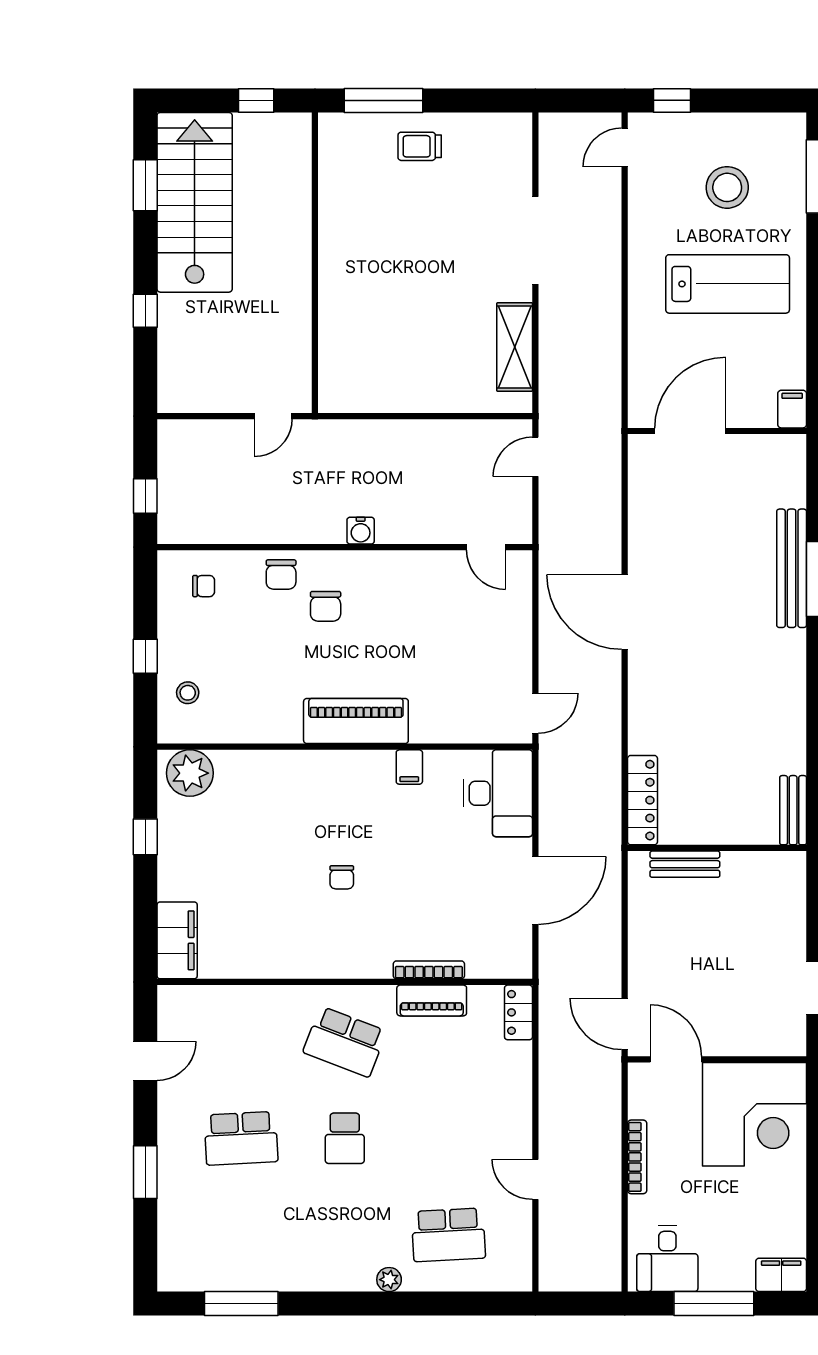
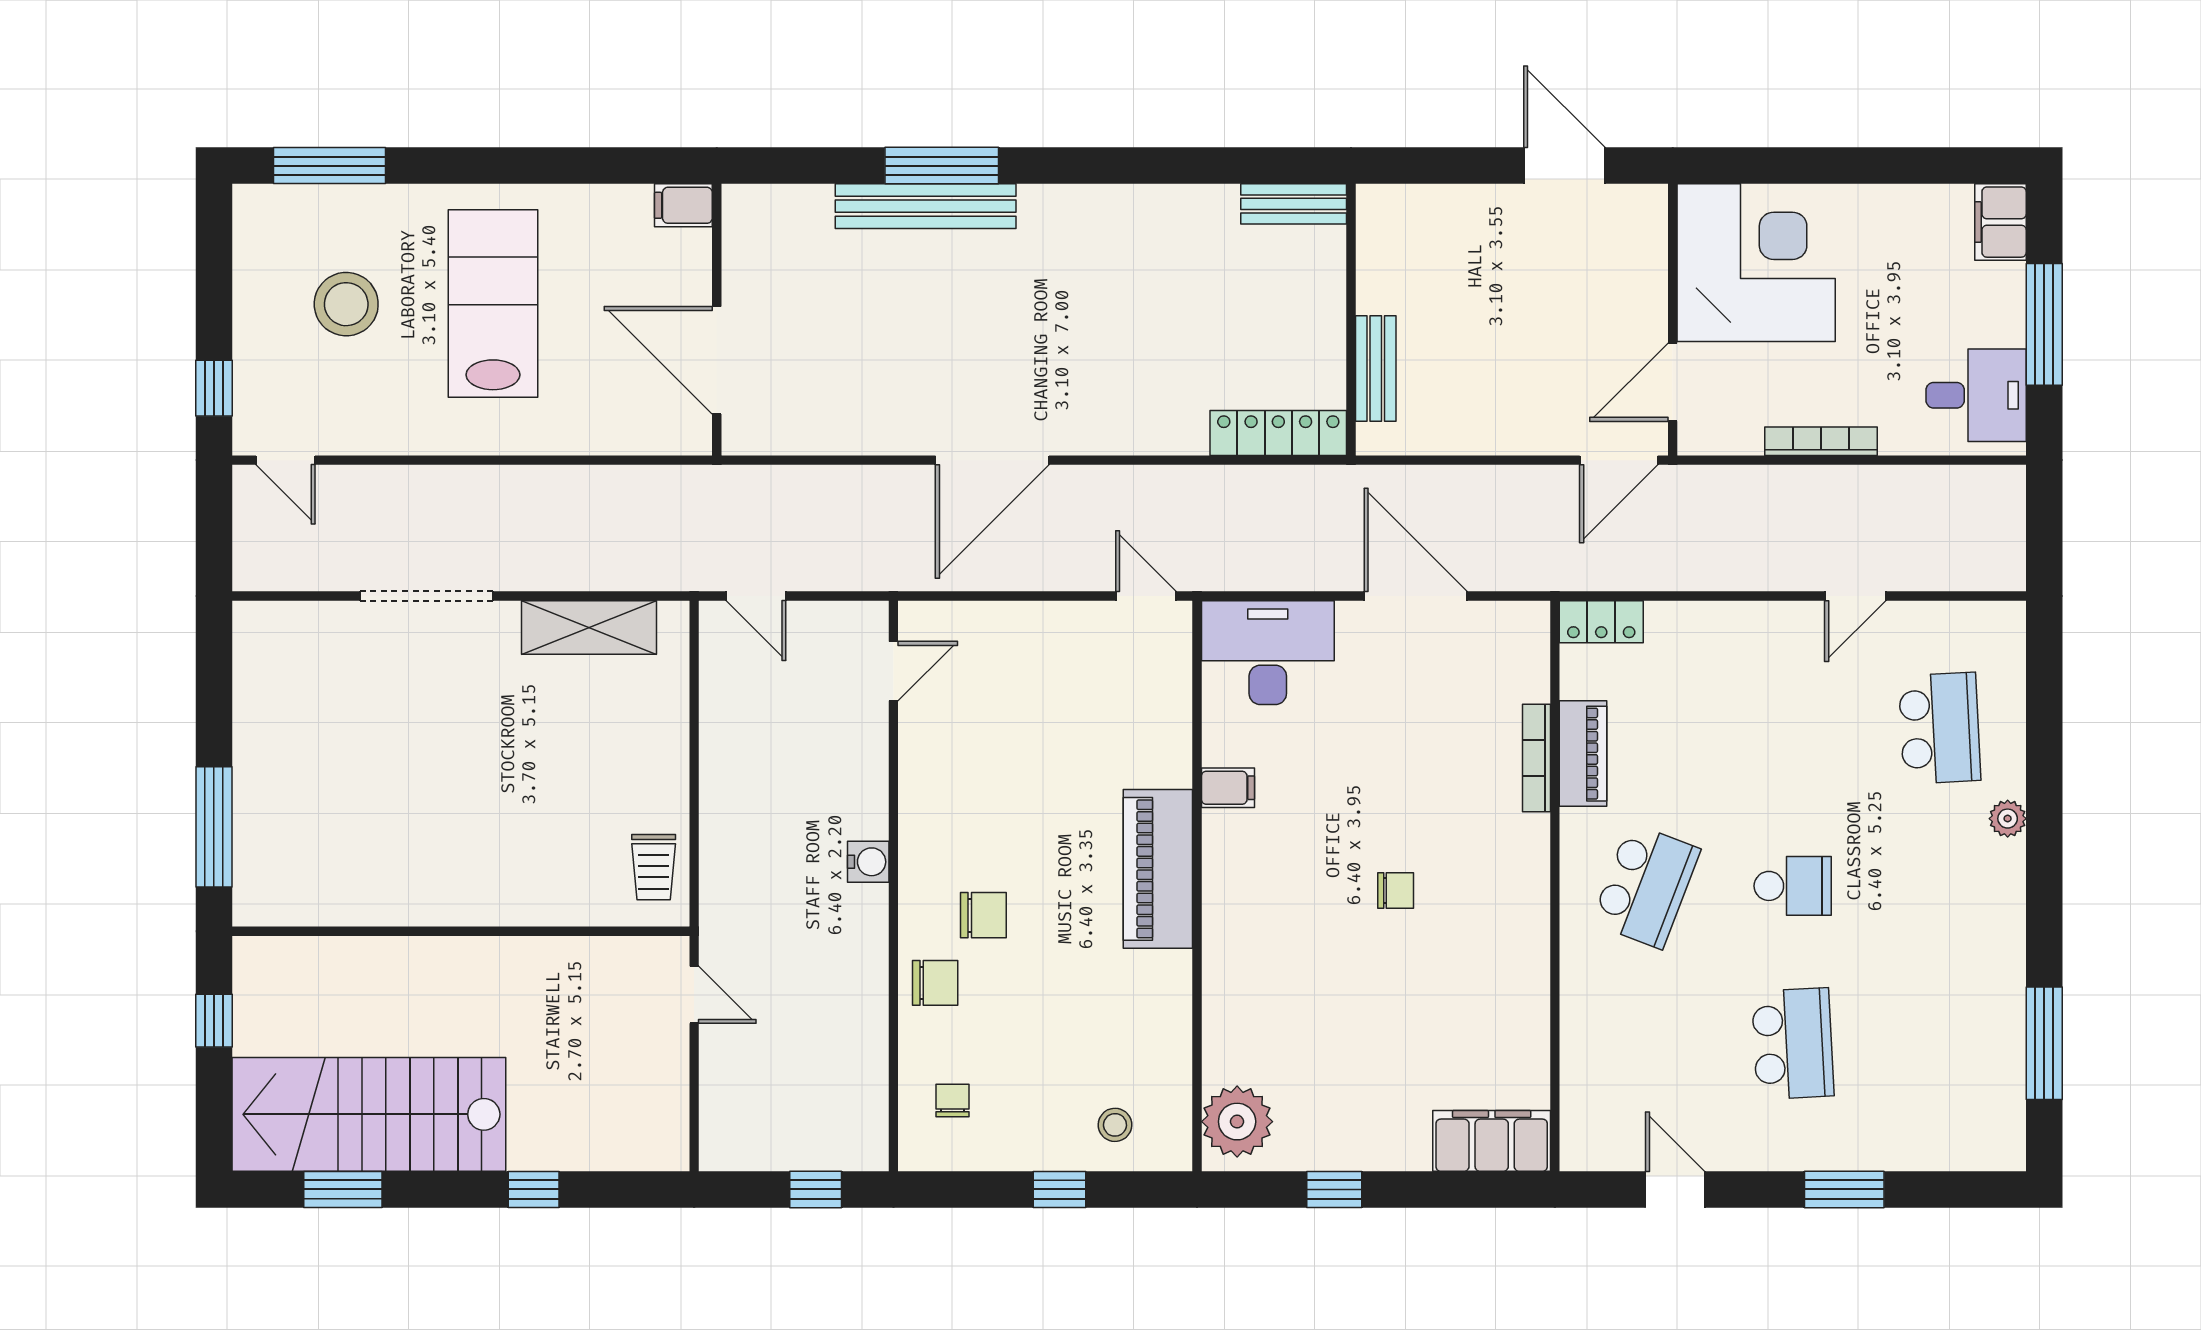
trolley: (420, 146) -> (654, 867), moved

